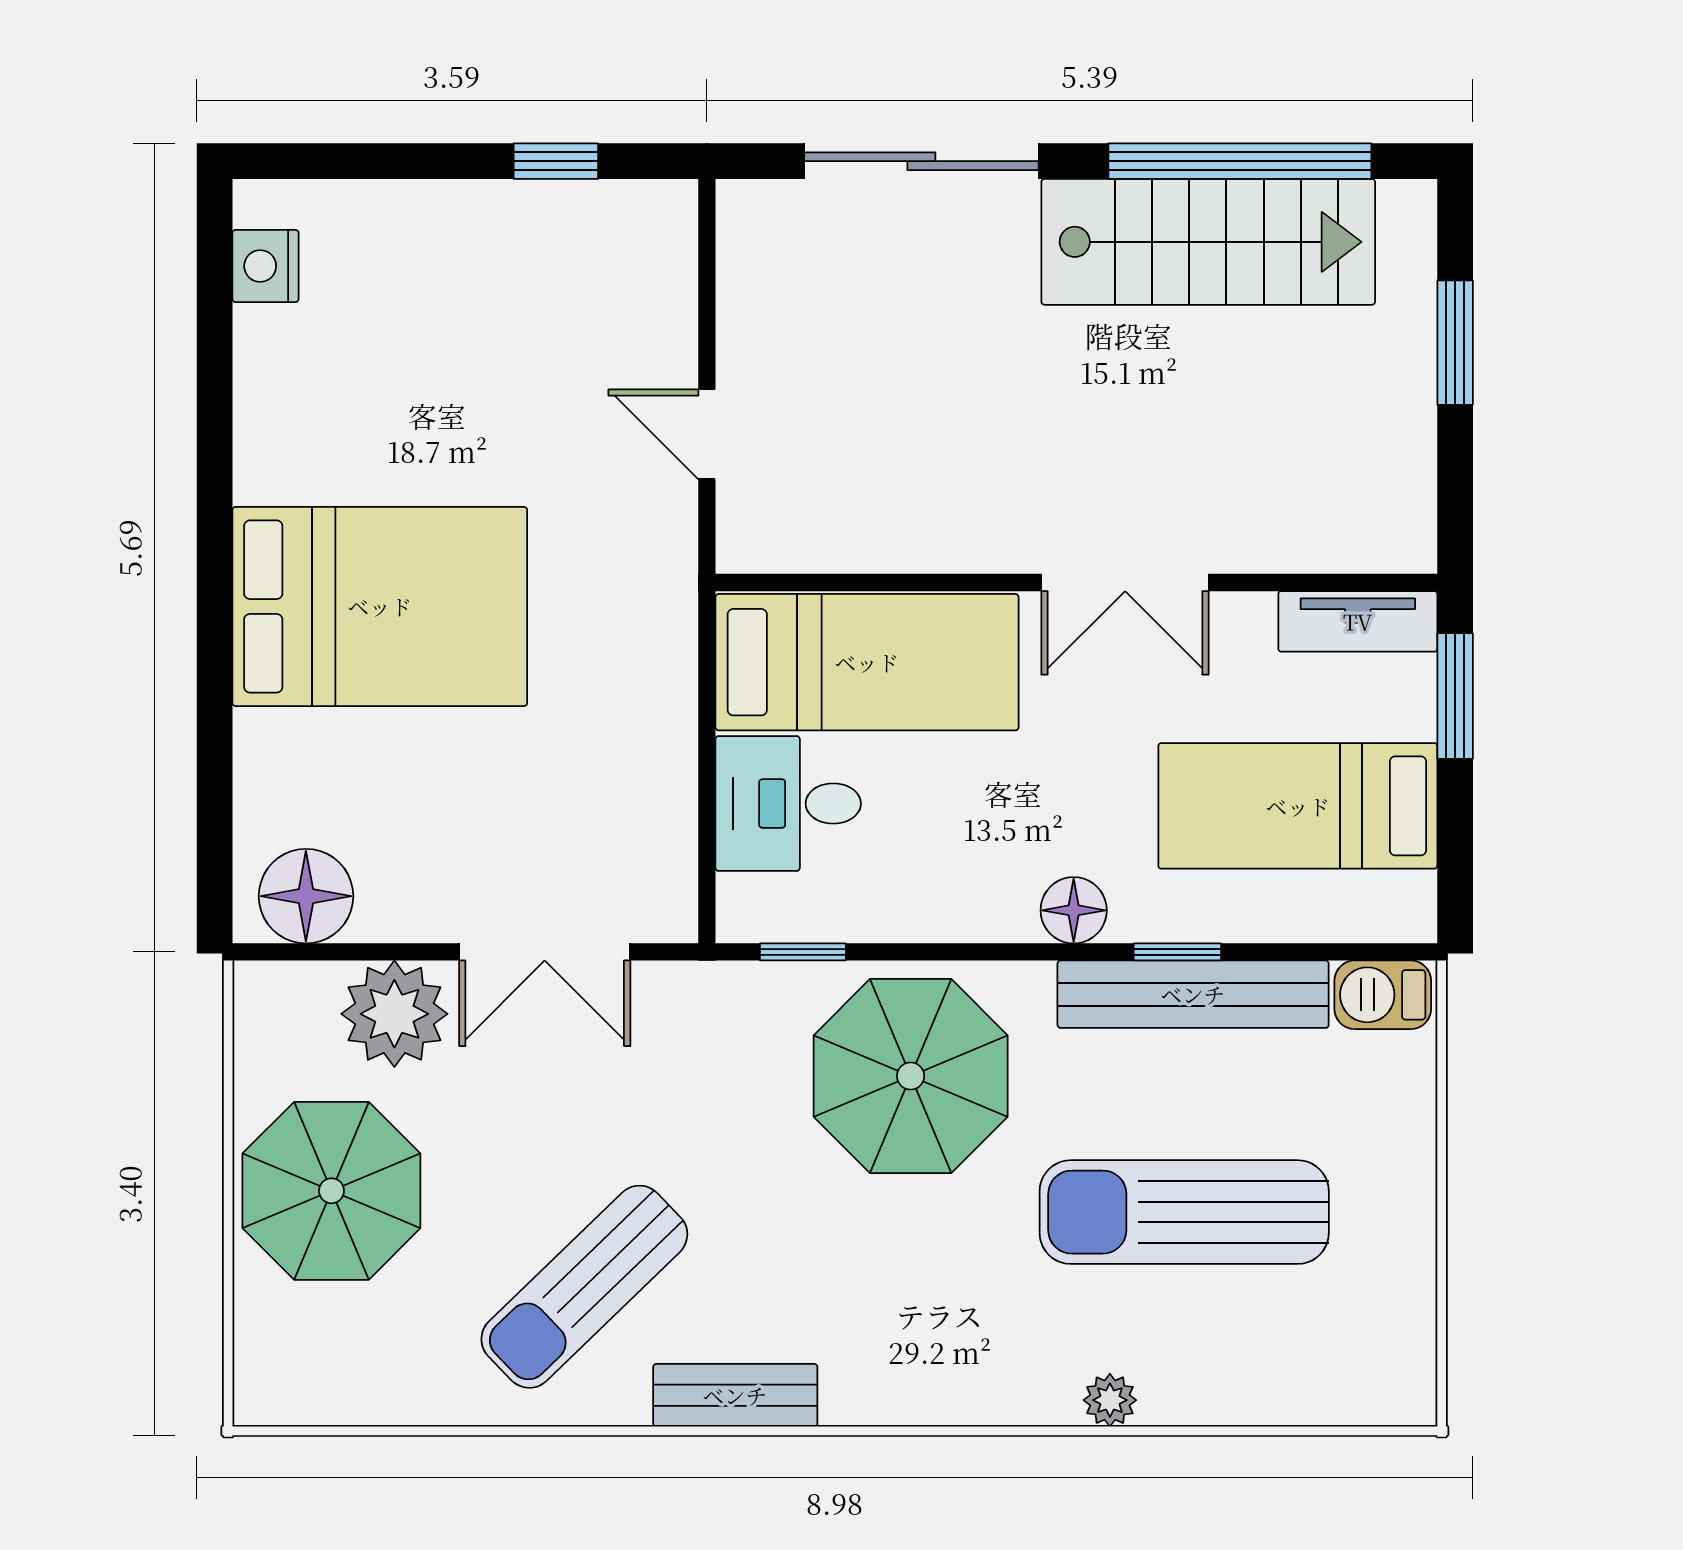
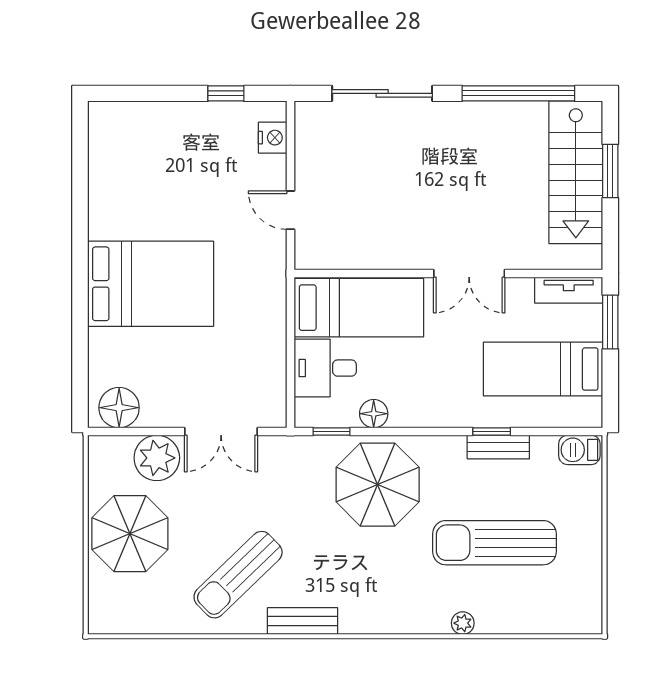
stairs: (1208, 242) -> (576, 172), moved, turned 90
nightstand: (265, 266) -> (273, 138), moved, turned 180
floor lamp: (1074, 910) -> (374, 414), moved
bench: (1193, 994) -> (498, 447), width x0.54, depth x0.82

